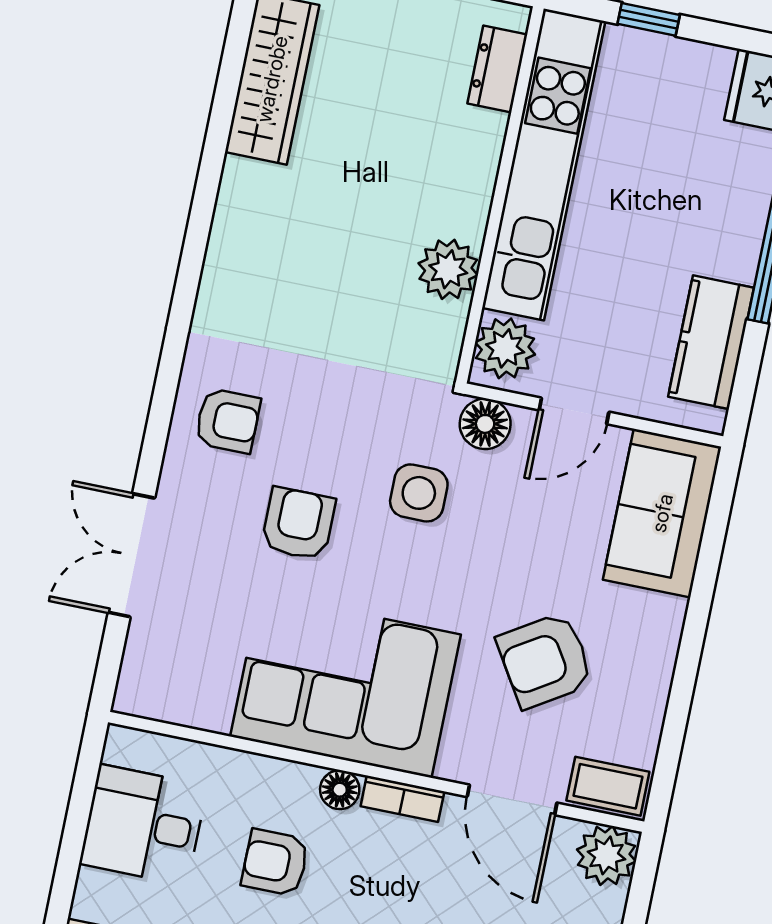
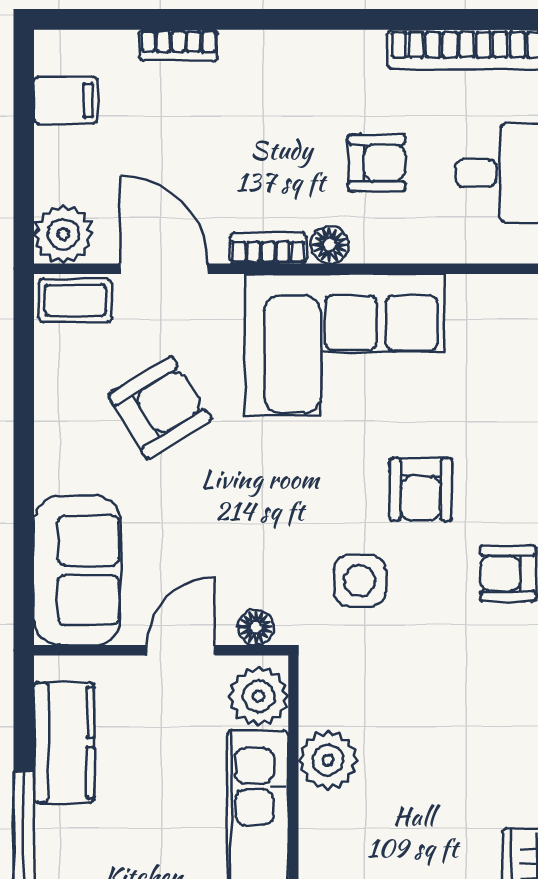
floor lamp: (485, 424) -> (256, 627), width x0.73, depth x0.73
side table: (419, 493) -> (360, 581), moved

